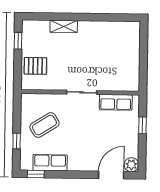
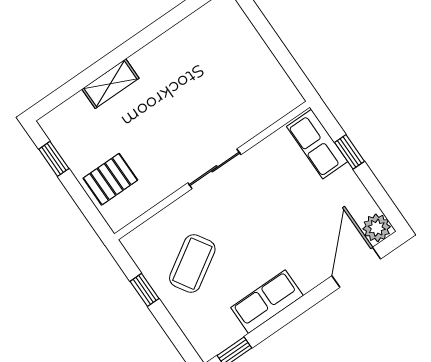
row of seats: (116, 102) -> (317, 144), moved, turned 90
window: (17, 141) -> (145, 290), moved
row of seats: (50, 163) -> (267, 302), moved

